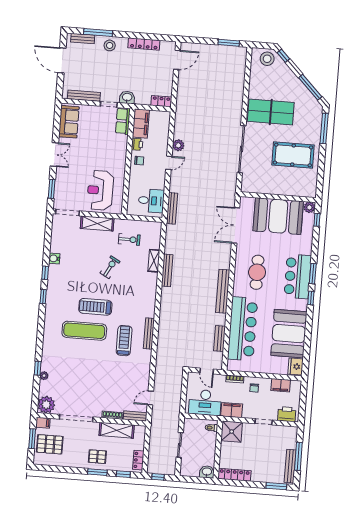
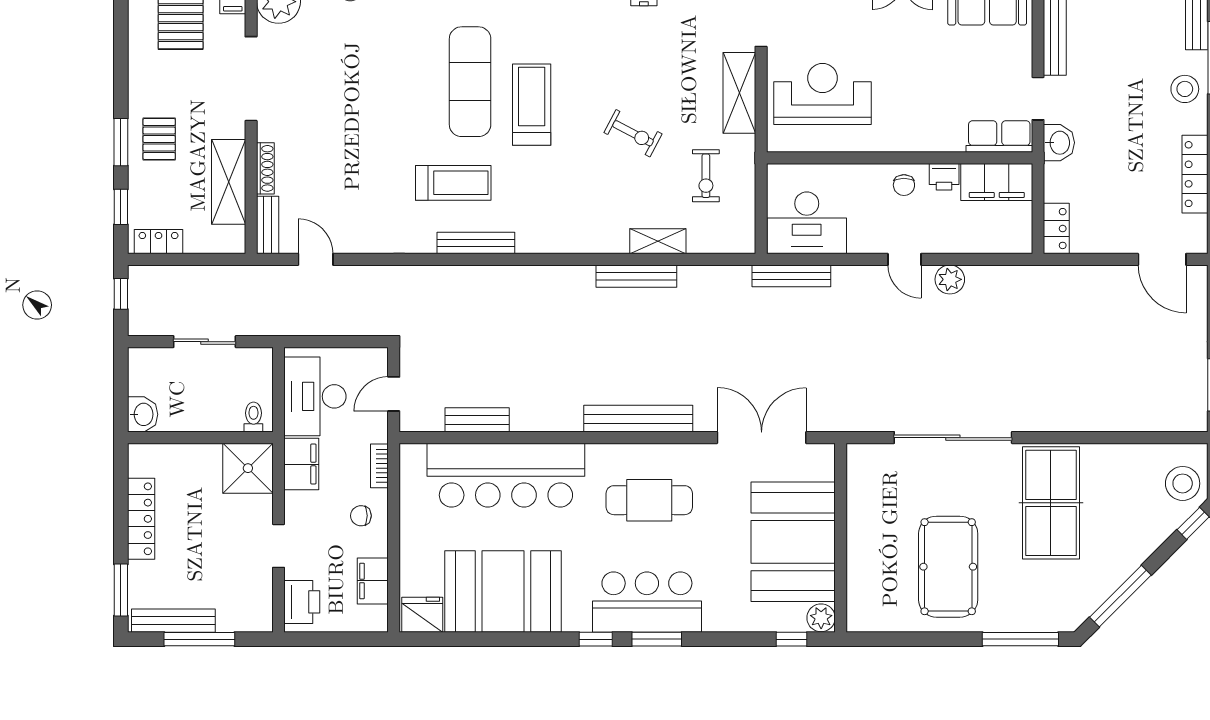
desk: (151, 201) -> (807, 223), width x1.37
bench: (223, 291) -> (638, 419), moved
locker: (234, 475) -> (141, 519), moved

